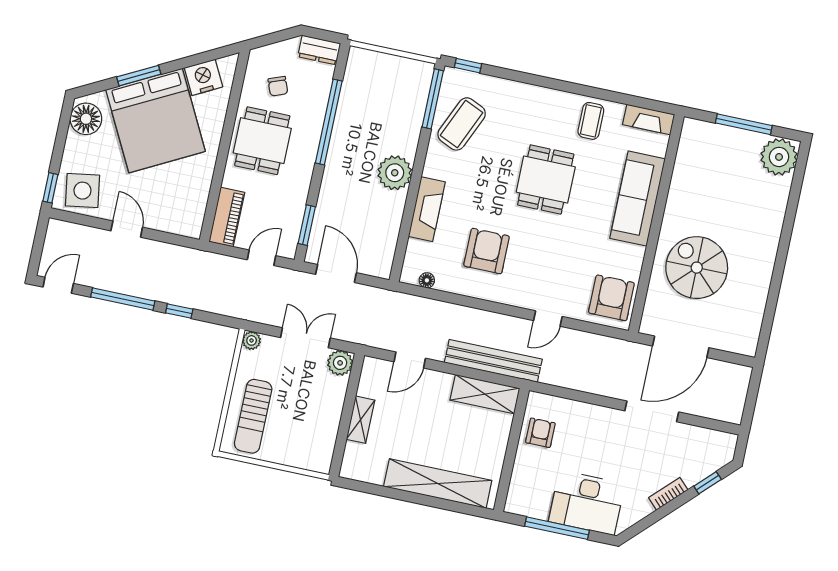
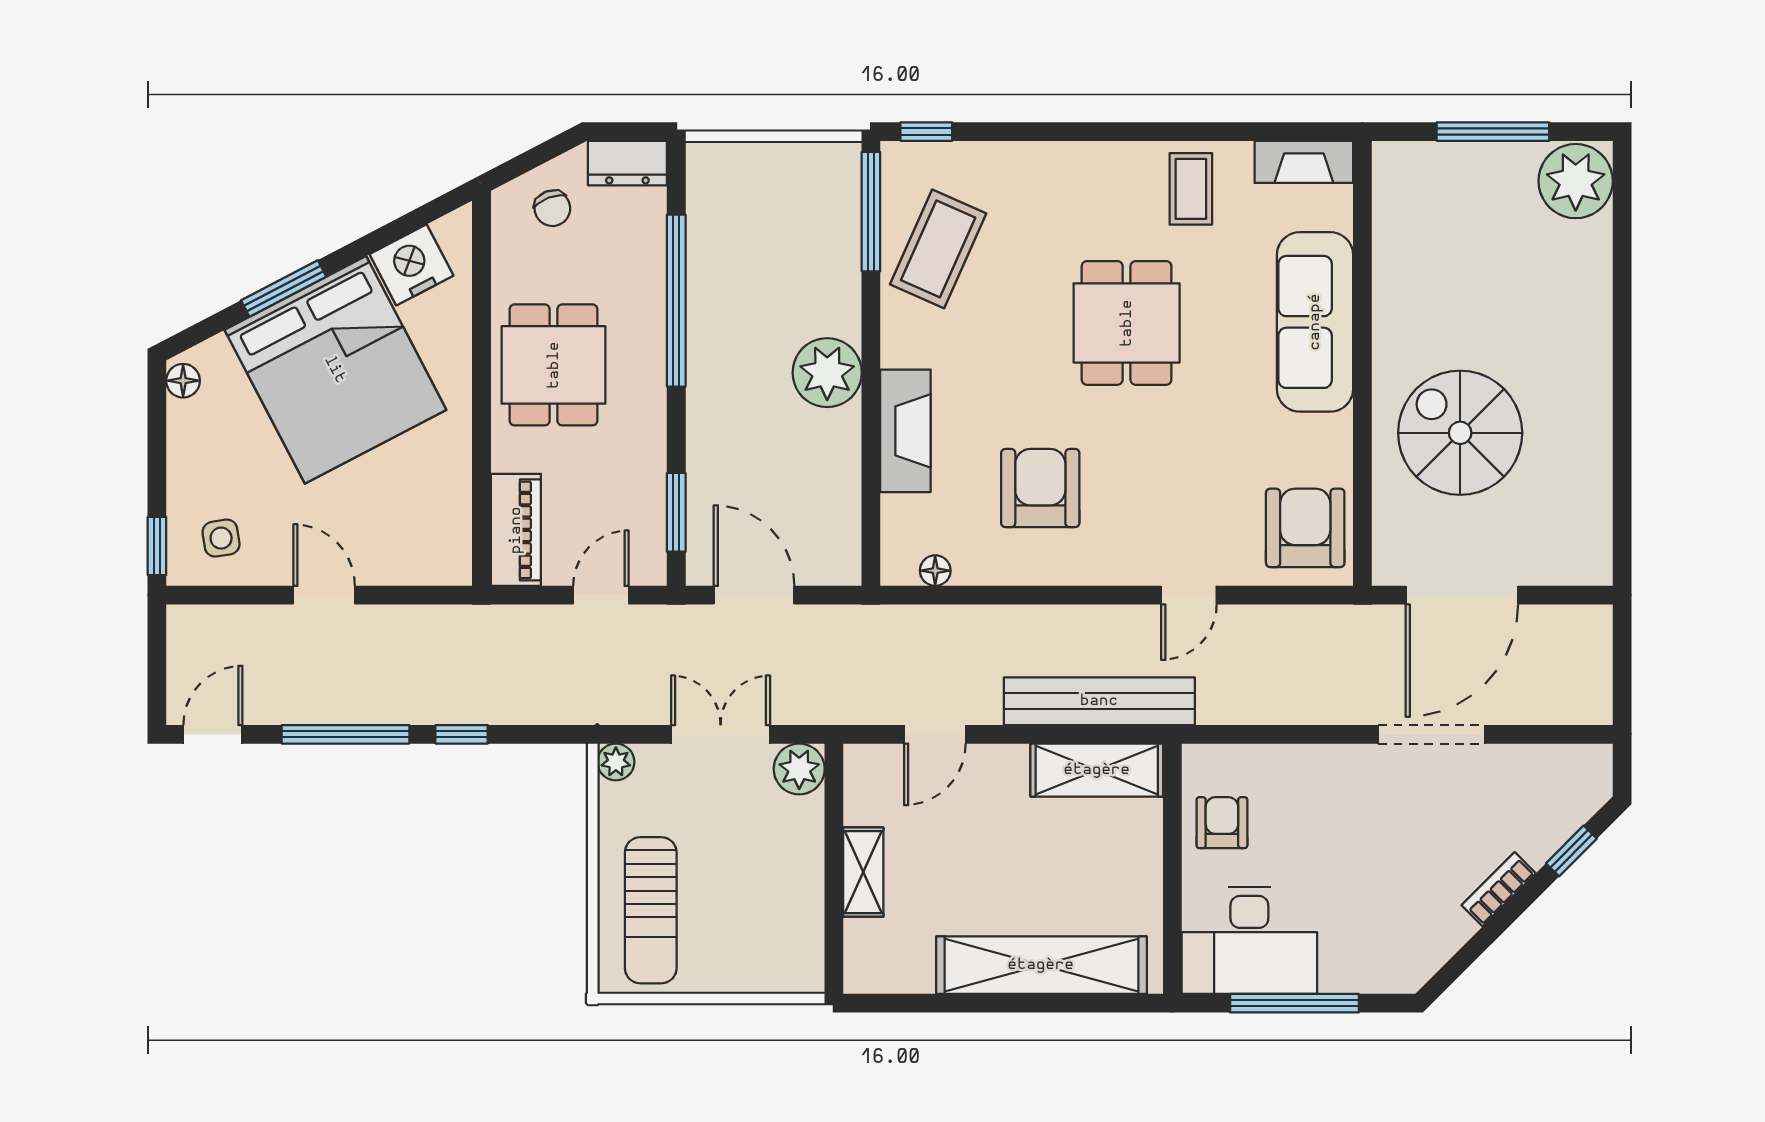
chair: (278, 86) -> (552, 208), moved
floor lamp: (86, 119) -> (183, 381), width x0.53, depth x0.53
side table: (82, 191) -> (221, 538), width x0.54, depth x0.54
desk: (587, 503) -> (1249, 941), moved

